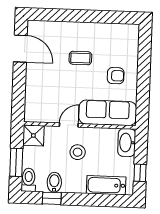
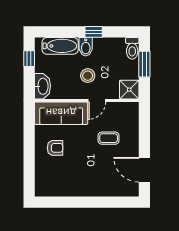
coffee table: (80, 58) -> (109, 138), moved
armchair: (116, 76) -> (55, 148), turned 180
bidet: (54, 182) -> (86, 47), moved
window: (52, 198) -> (94, 32), moved

